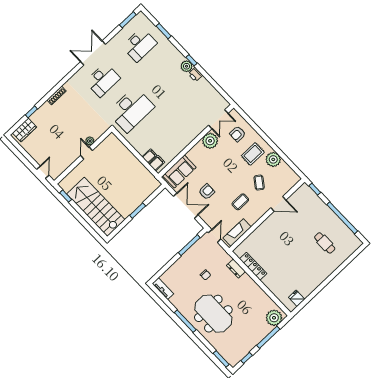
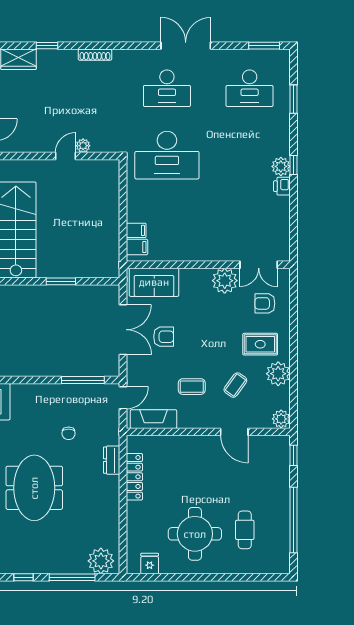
plant: (294, 178) -> (281, 419), added
round table: (304, 266) -> (195, 534), added

